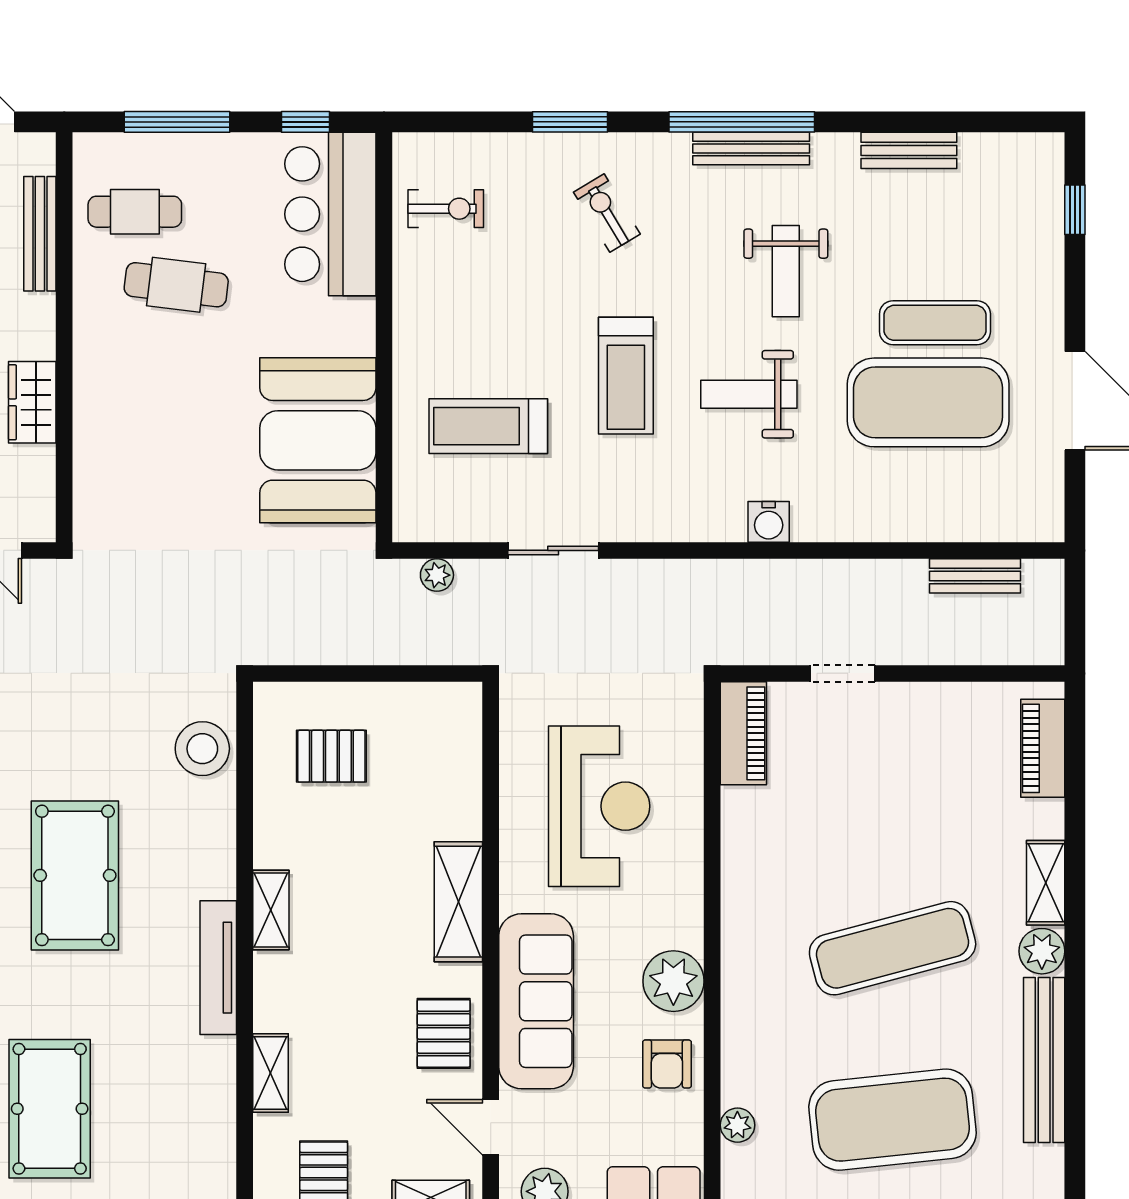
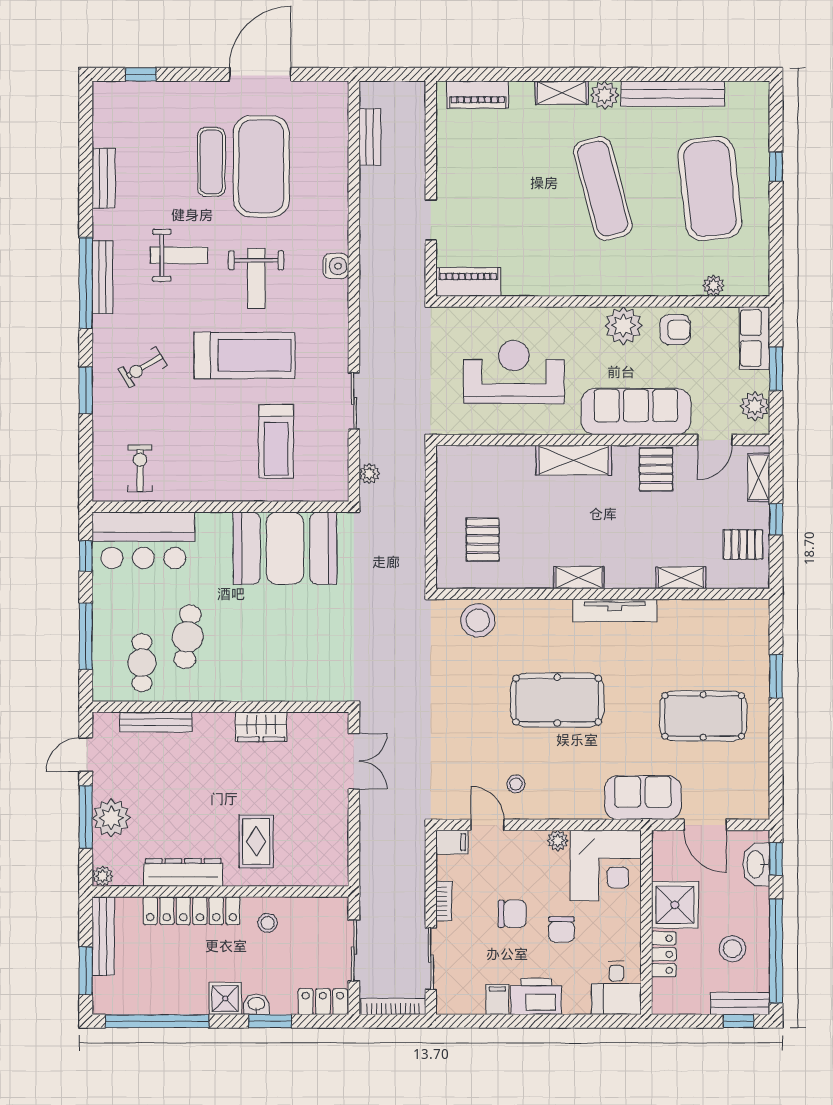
treadmill: (626, 376) -> (244, 355), width x1.37, depth x1.38
pallet: (444, 1033) -> (656, 469), turned 90

